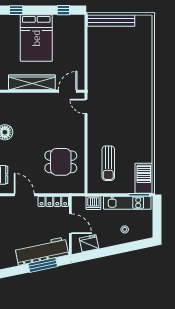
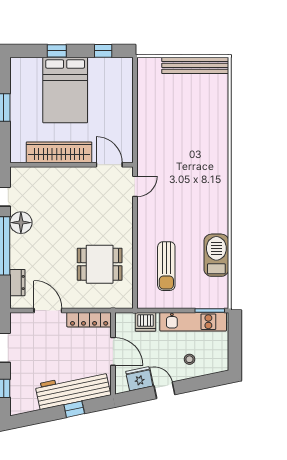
window: (16, 10) -> (57, 51), moved
bench: (111, 20) -> (195, 65), moved
door: (68, 91) -> (109, 165), hinge flipped
door: (86, 106) -> (135, 186), swing flipped
barbecue: (144, 178) -> (216, 255), moved
door: (107, 252) -> (164, 390), added
window: (43, 265) -> (74, 409), width x0.46

